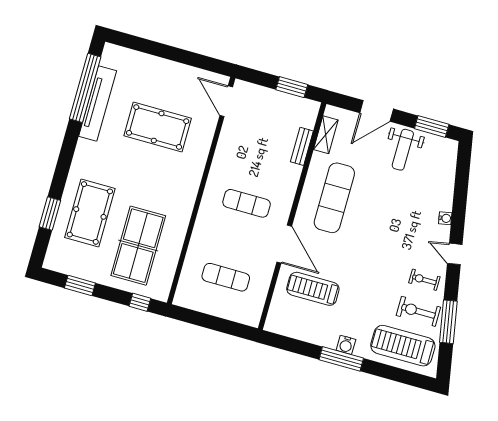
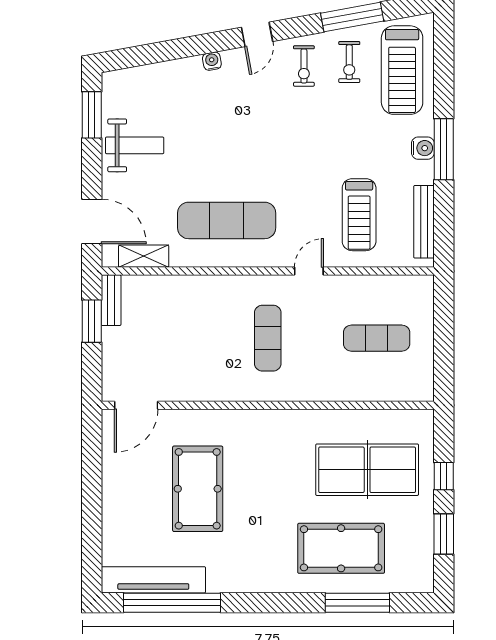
tv unit: (98, 104) -> (153, 580), moved
door: (377, 111) -> (92, 221), moved
bench: (302, 146) -> (111, 300), moved, turned 90
window: (50, 214) -> (357, 603), width x1.44
door: (284, 244) -> (309, 271), width x0.53
exercise mat: (226, 277) -> (377, 338), turned 90
window: (140, 302) -> (444, 476), moved
exercise bike: (418, 311) -> (349, 62), width x0.73, depth x0.72
bench: (296, 332) -> (424, 222), added

